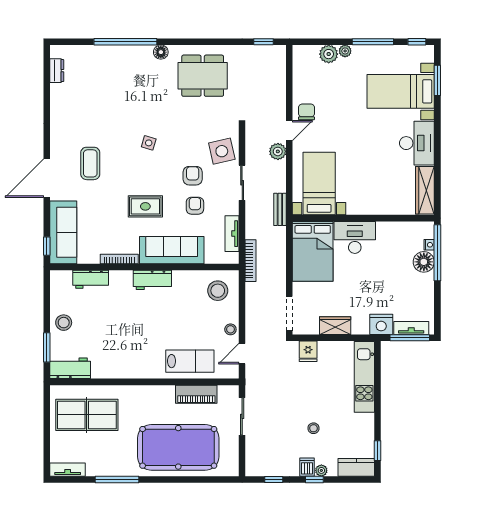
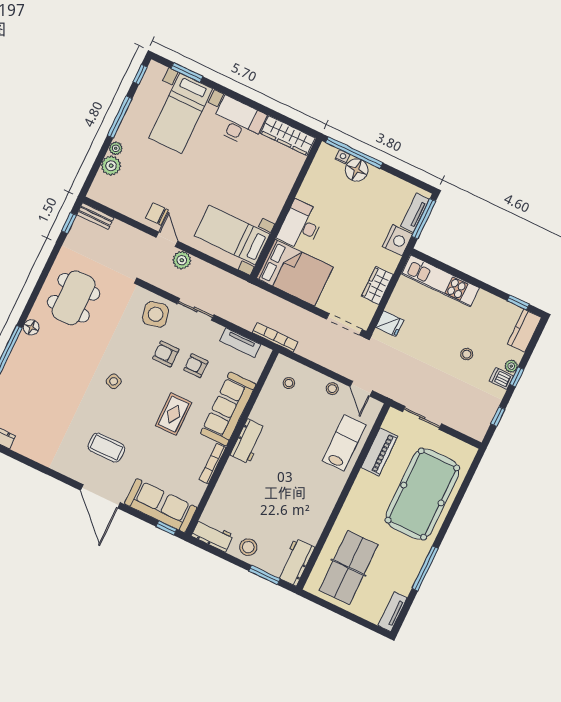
bench: (280, 209) -> (95, 216), moved
workbench: (91, 279) -> (212, 535), moved, turned -90
stool: (218, 291) -> (289, 383), width x0.53, depth x0.53

